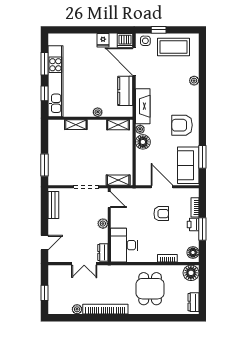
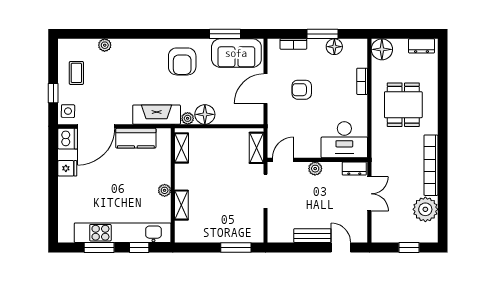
coffee table: (174, 47) -> (76, 73), width x0.54, depth x0.58
plant: (194, 81) -> (105, 45), moved
plant: (98, 112) -> (165, 190), moved
bench: (53, 205) -> (312, 236), moved
armchair: (161, 214) -> (302, 90), turned -90
printer: (193, 224) -> (316, 47), removed
floor lamp: (193, 253) -> (334, 47), moved
dining table: (150, 289) -> (403, 105), turned 90
plant: (77, 309) -> (425, 209), width x1.88, depth x1.88

